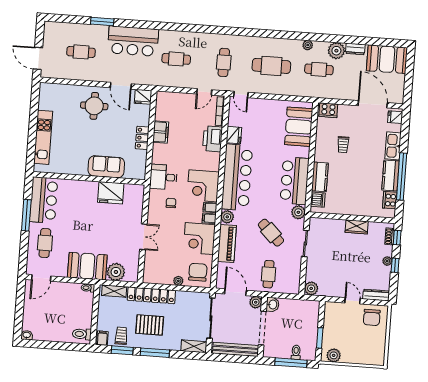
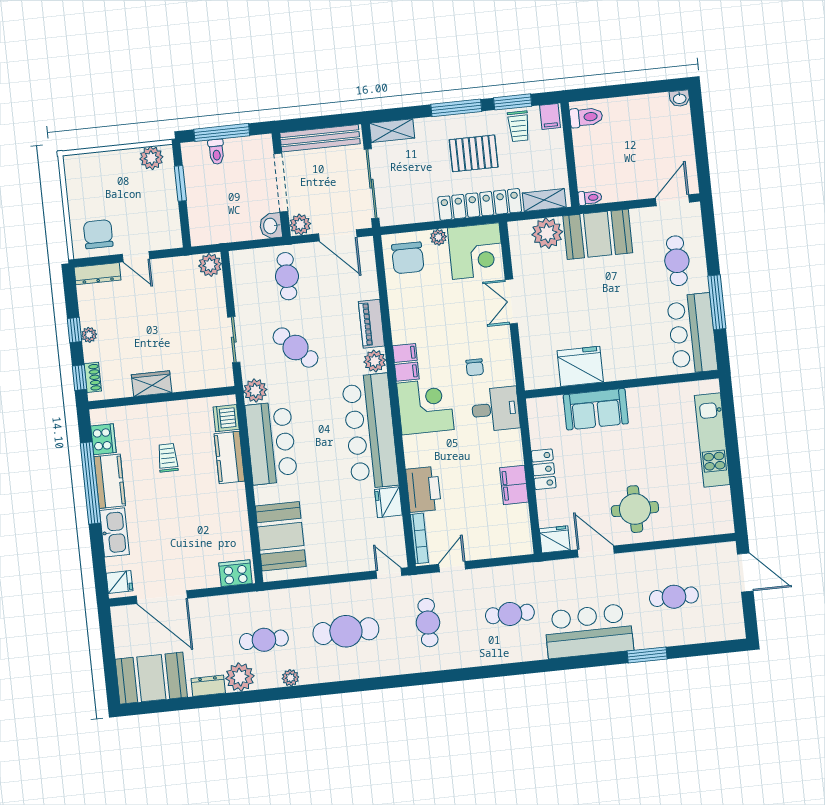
trolley: (343, 145) -> (168, 458), moved
corner desk: (199, 239) -> (476, 251), moved, turned 90
piano: (227, 244) -> (371, 324), width x0.73, depth x0.75

